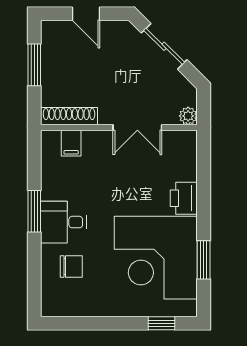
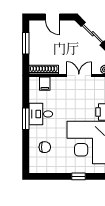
double door: (137, 128) -> (79, 76), swing flipped
desk: (63, 222) -> (41, 114), moved
window: (162, 323) -> (79, 176), moved

